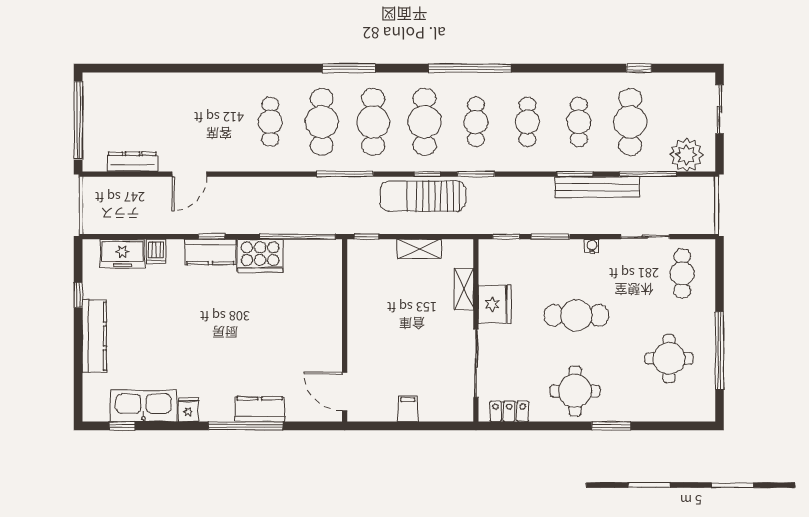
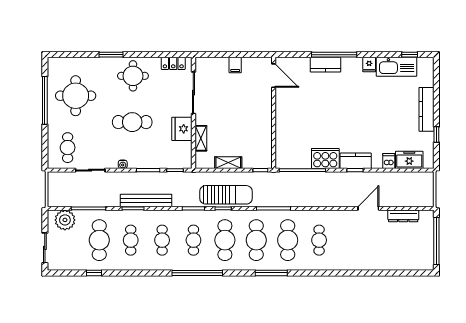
bench: (597, 187) -> (146, 200), moved
round table: (669, 358) -> (76, 96), width x1.36, depth x1.36

